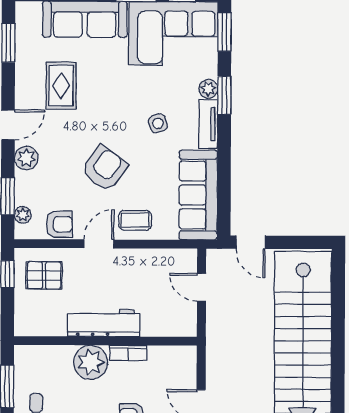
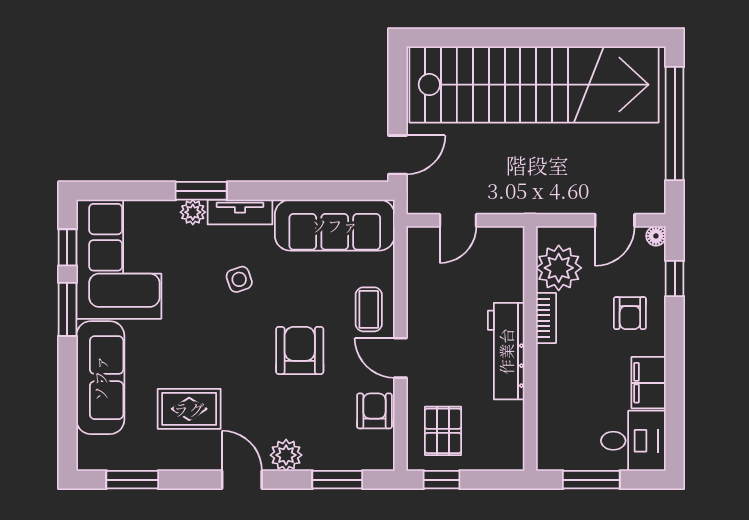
window: (224, 32) -> (117, 191), removed
armchair: (105, 168) -> (300, 350), turned 54
plant: (23, 215) -> (362, 460), removed
plant: (91, 362) -> (559, 268), moved

